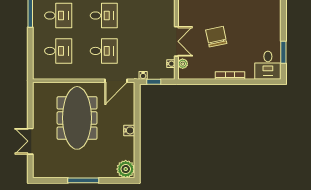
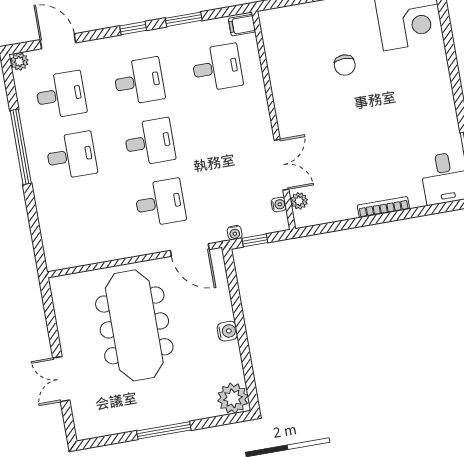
chair: (216, 37) -> (348, 145), removed
desk: (58, 51) -> (82, 216), removed
door: (116, 81) -> (190, 250), hinge flipped

